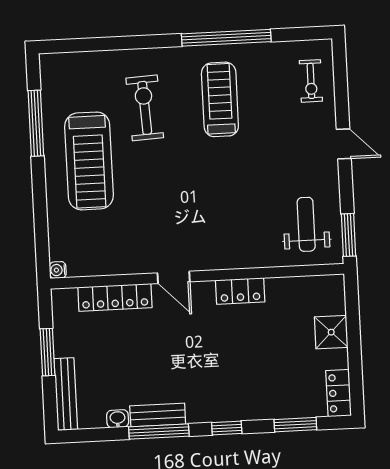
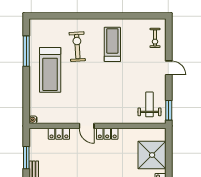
window: (226, 38) -> (117, 16), removed
locker: (240, 291) -> (107, 134), moved
locker: (115, 297) -> (59, 134), width x0.66
shower: (331, 332) -> (152, 155), width x1.86, depth x1.86

